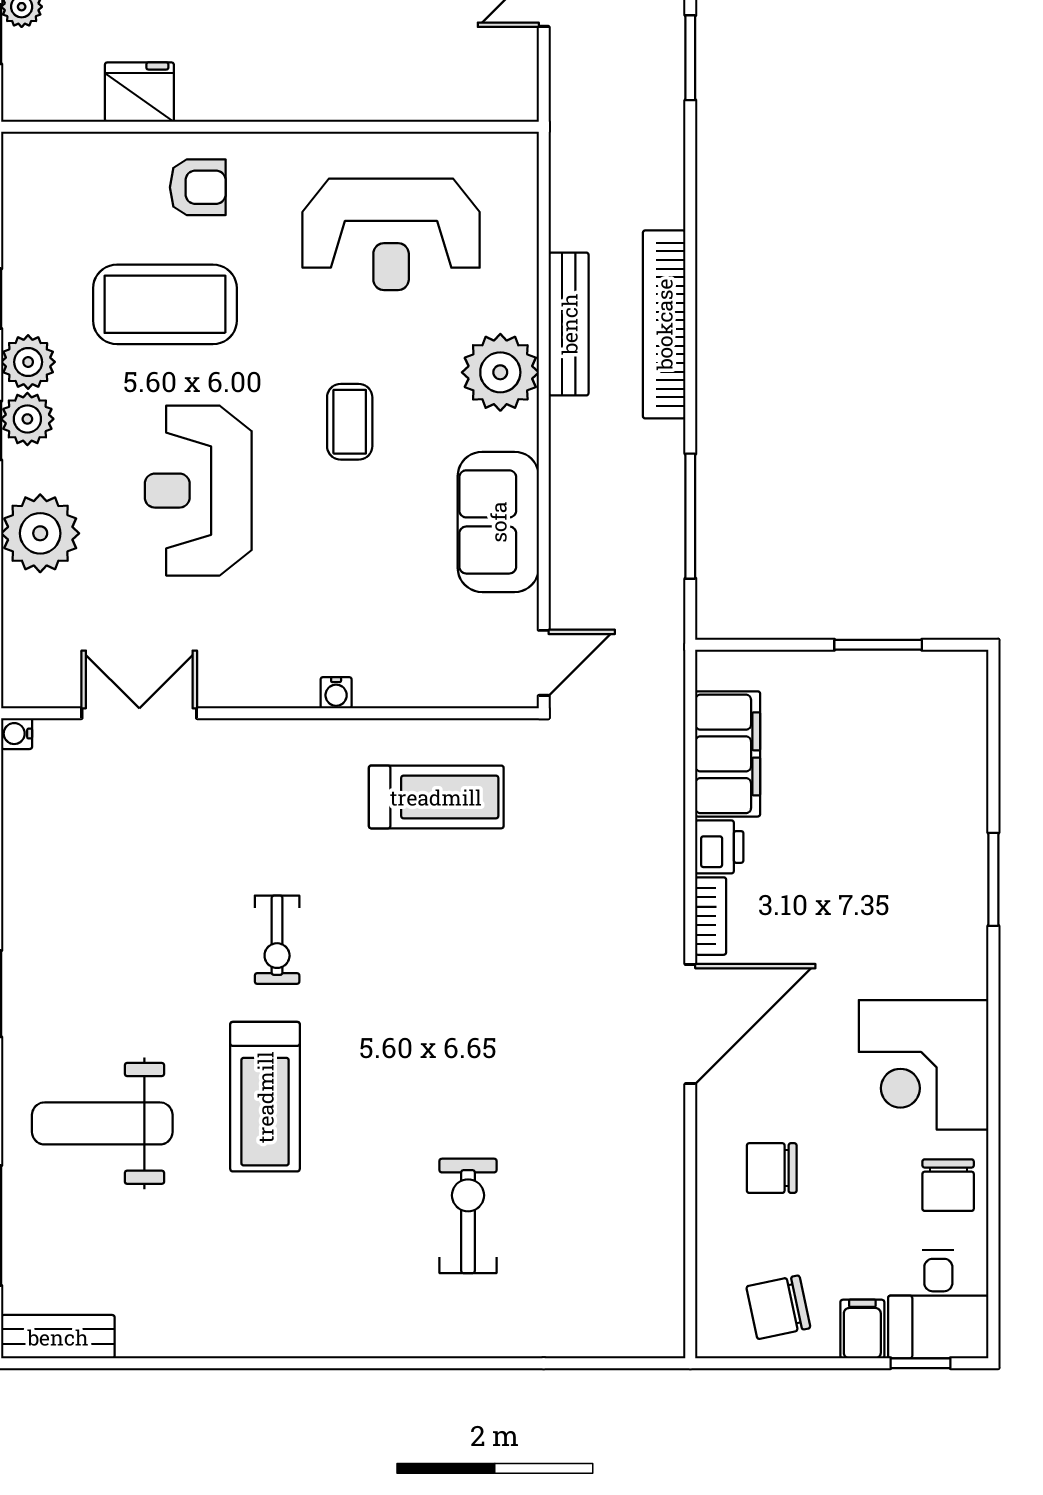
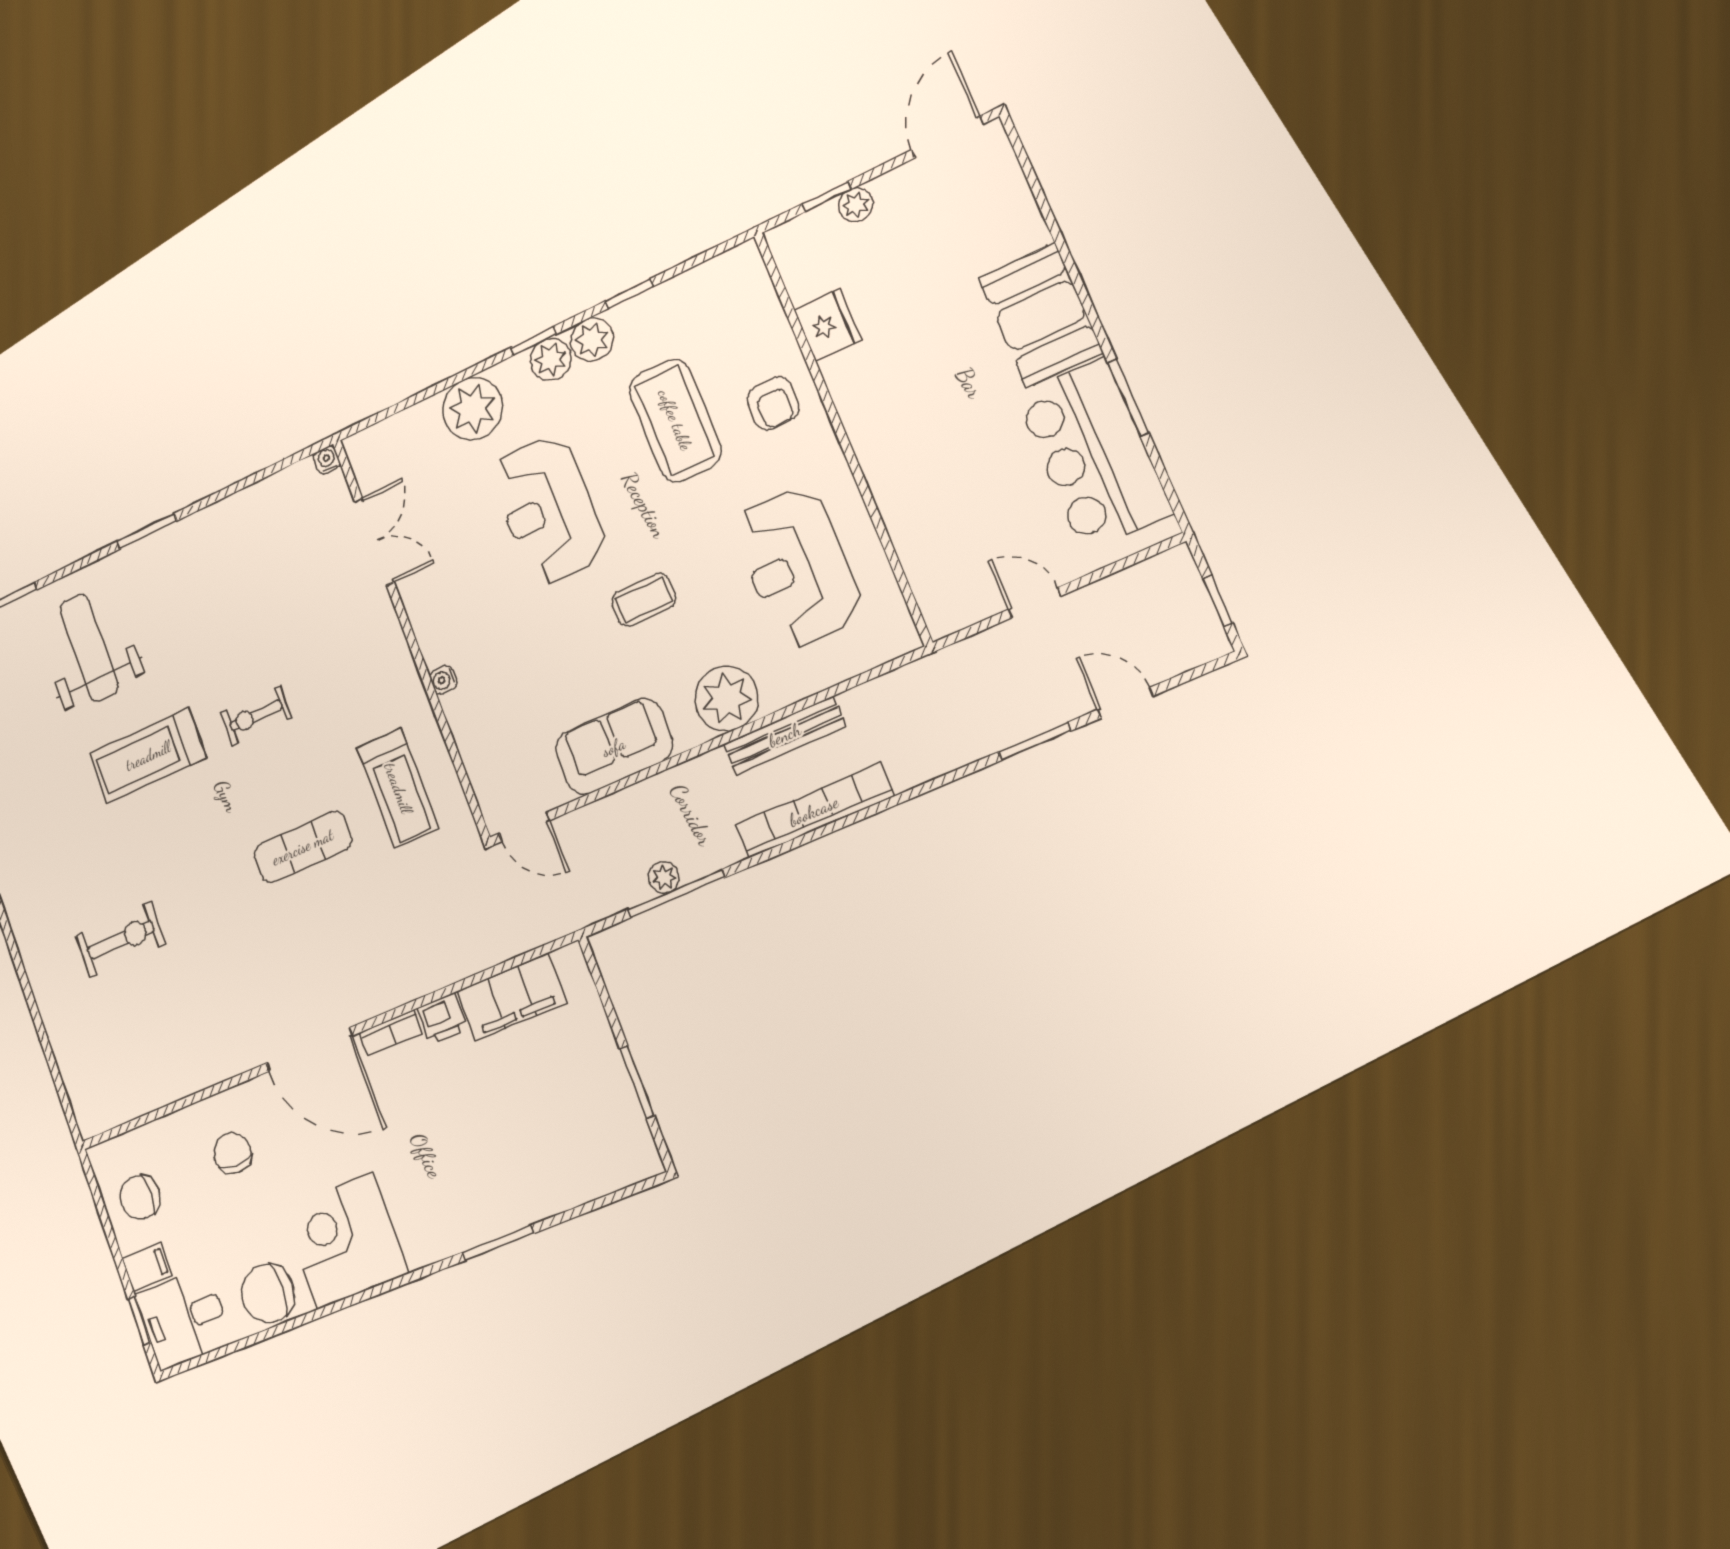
reception desk: (198, 491) -> (549, 510), turned -90
plant: (667, 523) -> (664, 877), added
exercise mat: (455, 941) -> (303, 847), added
chair: (948, 1185) -> (268, 1294), width x1.37, depth x1.37
chair: (778, 1307) -> (140, 1197), turned -78

